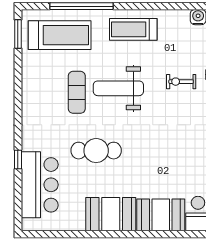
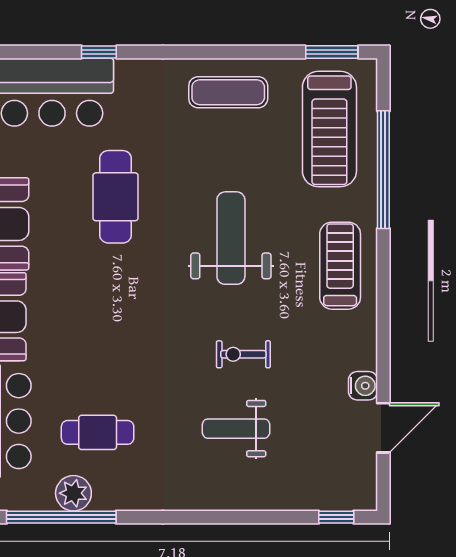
exercise bike: (181, 82) -> (243, 354), turned -90
exercise mat: (77, 92) -> (228, 92), moved

